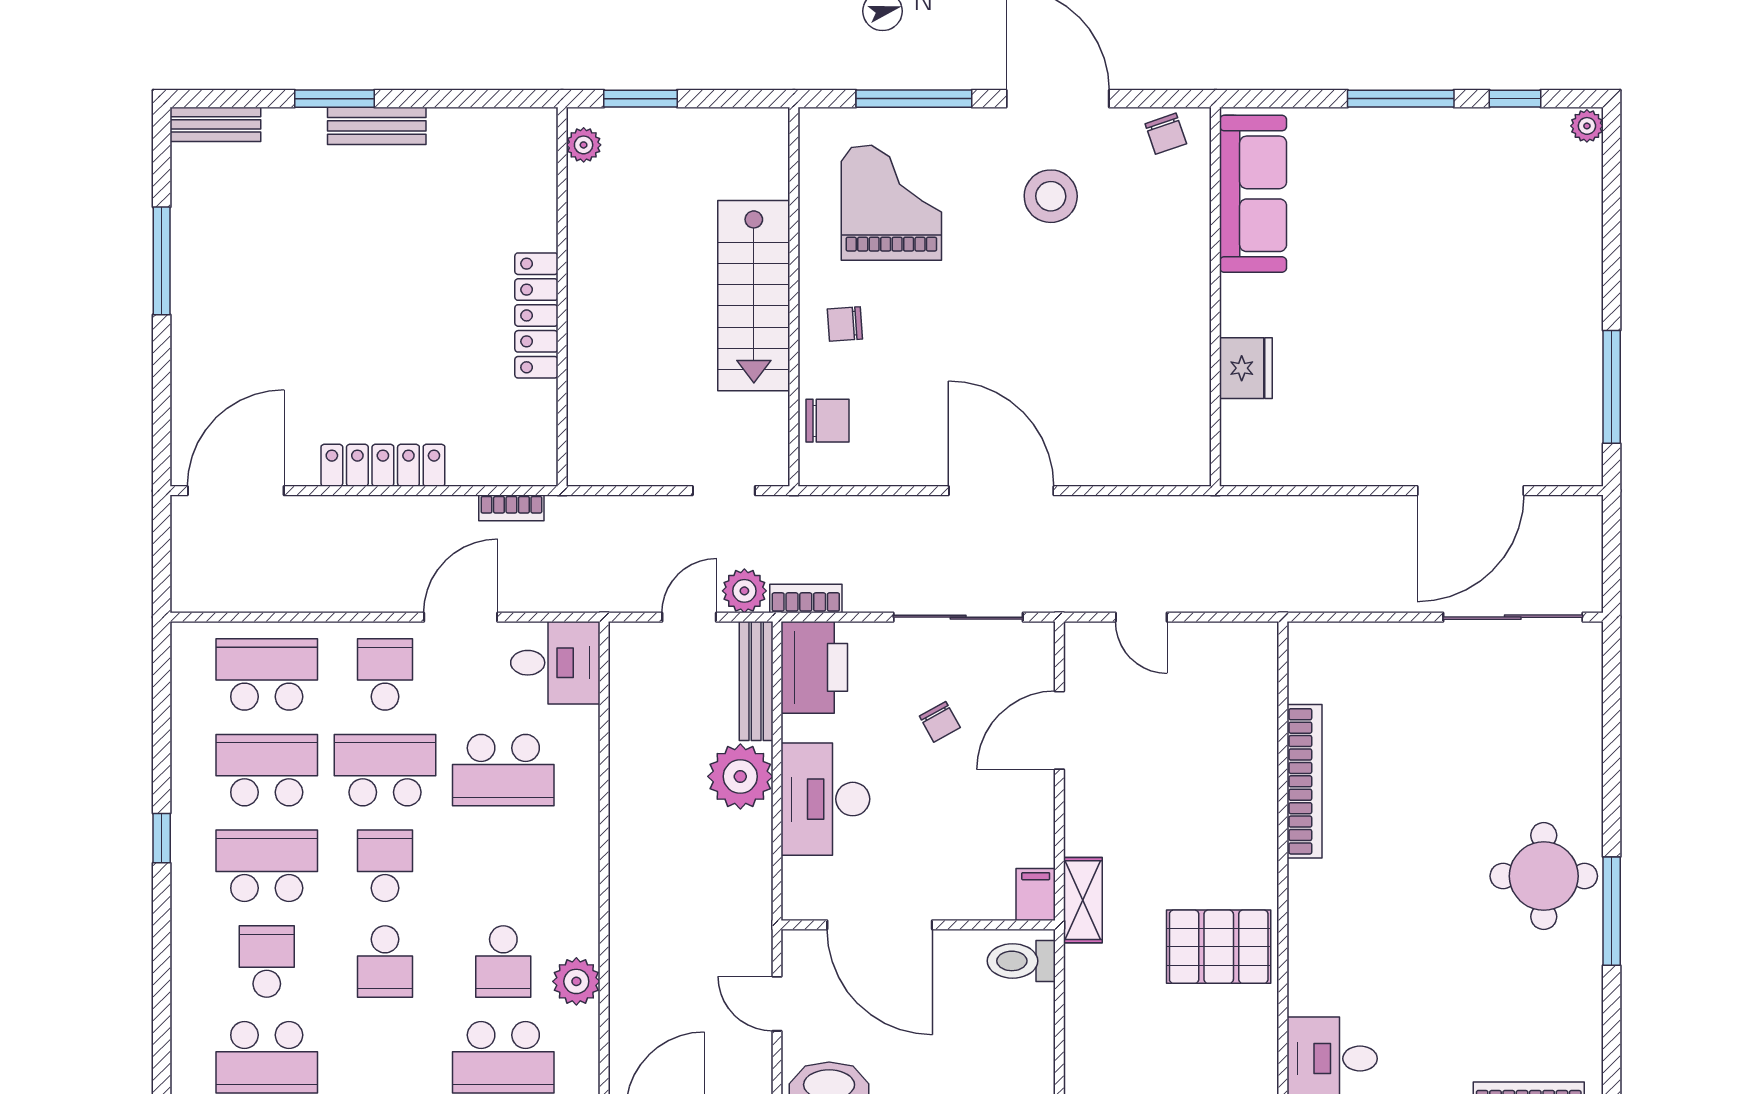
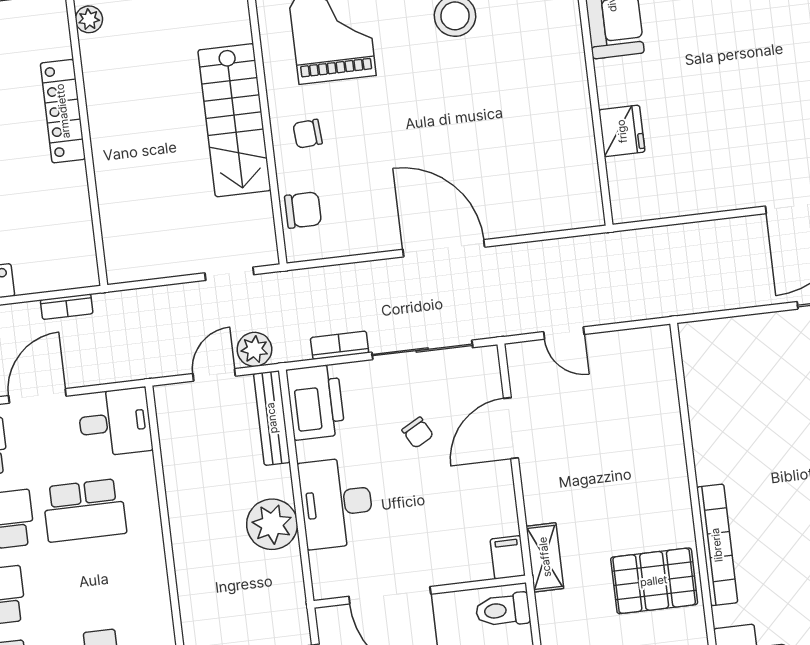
locker: (536, 315) -> (63, 111), moved
bookcase: (806, 599) -> (340, 345), moved
plant: (740, 776) -> (272, 524), moved
bookcase: (1305, 781) -> (717, 545), moved

